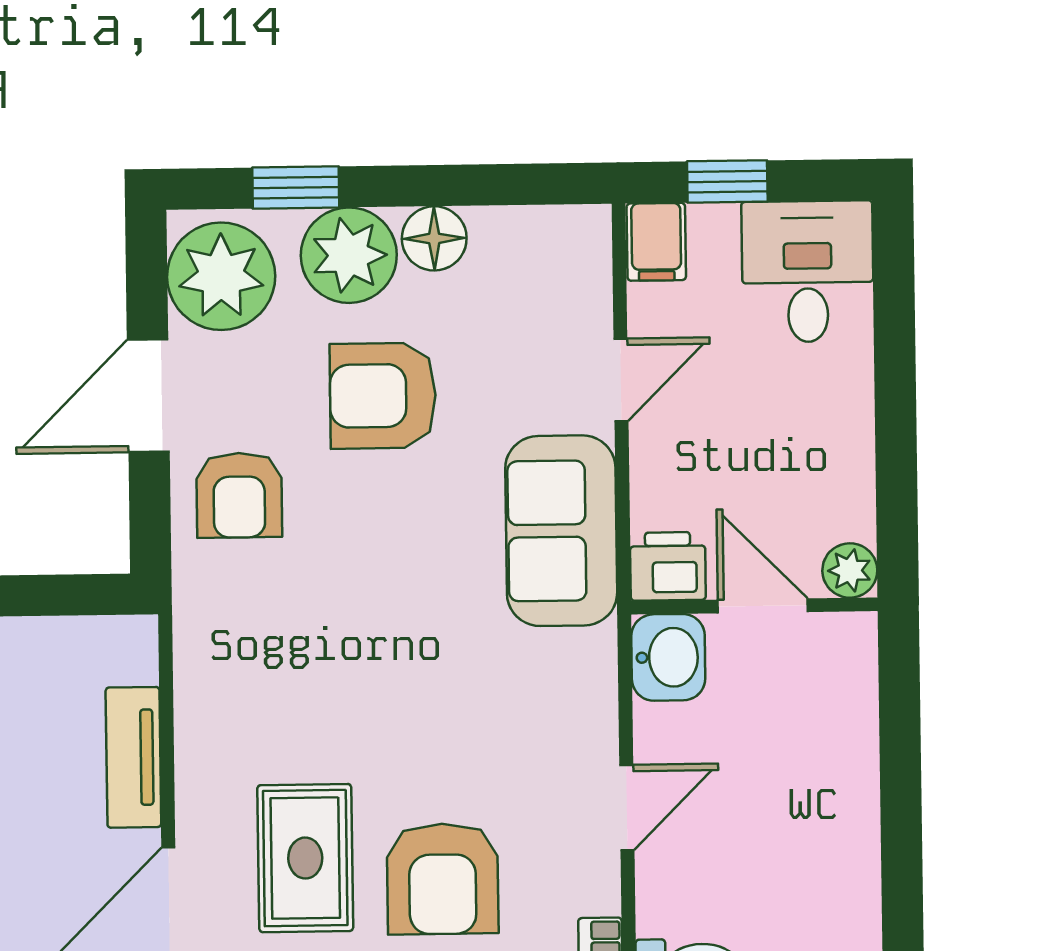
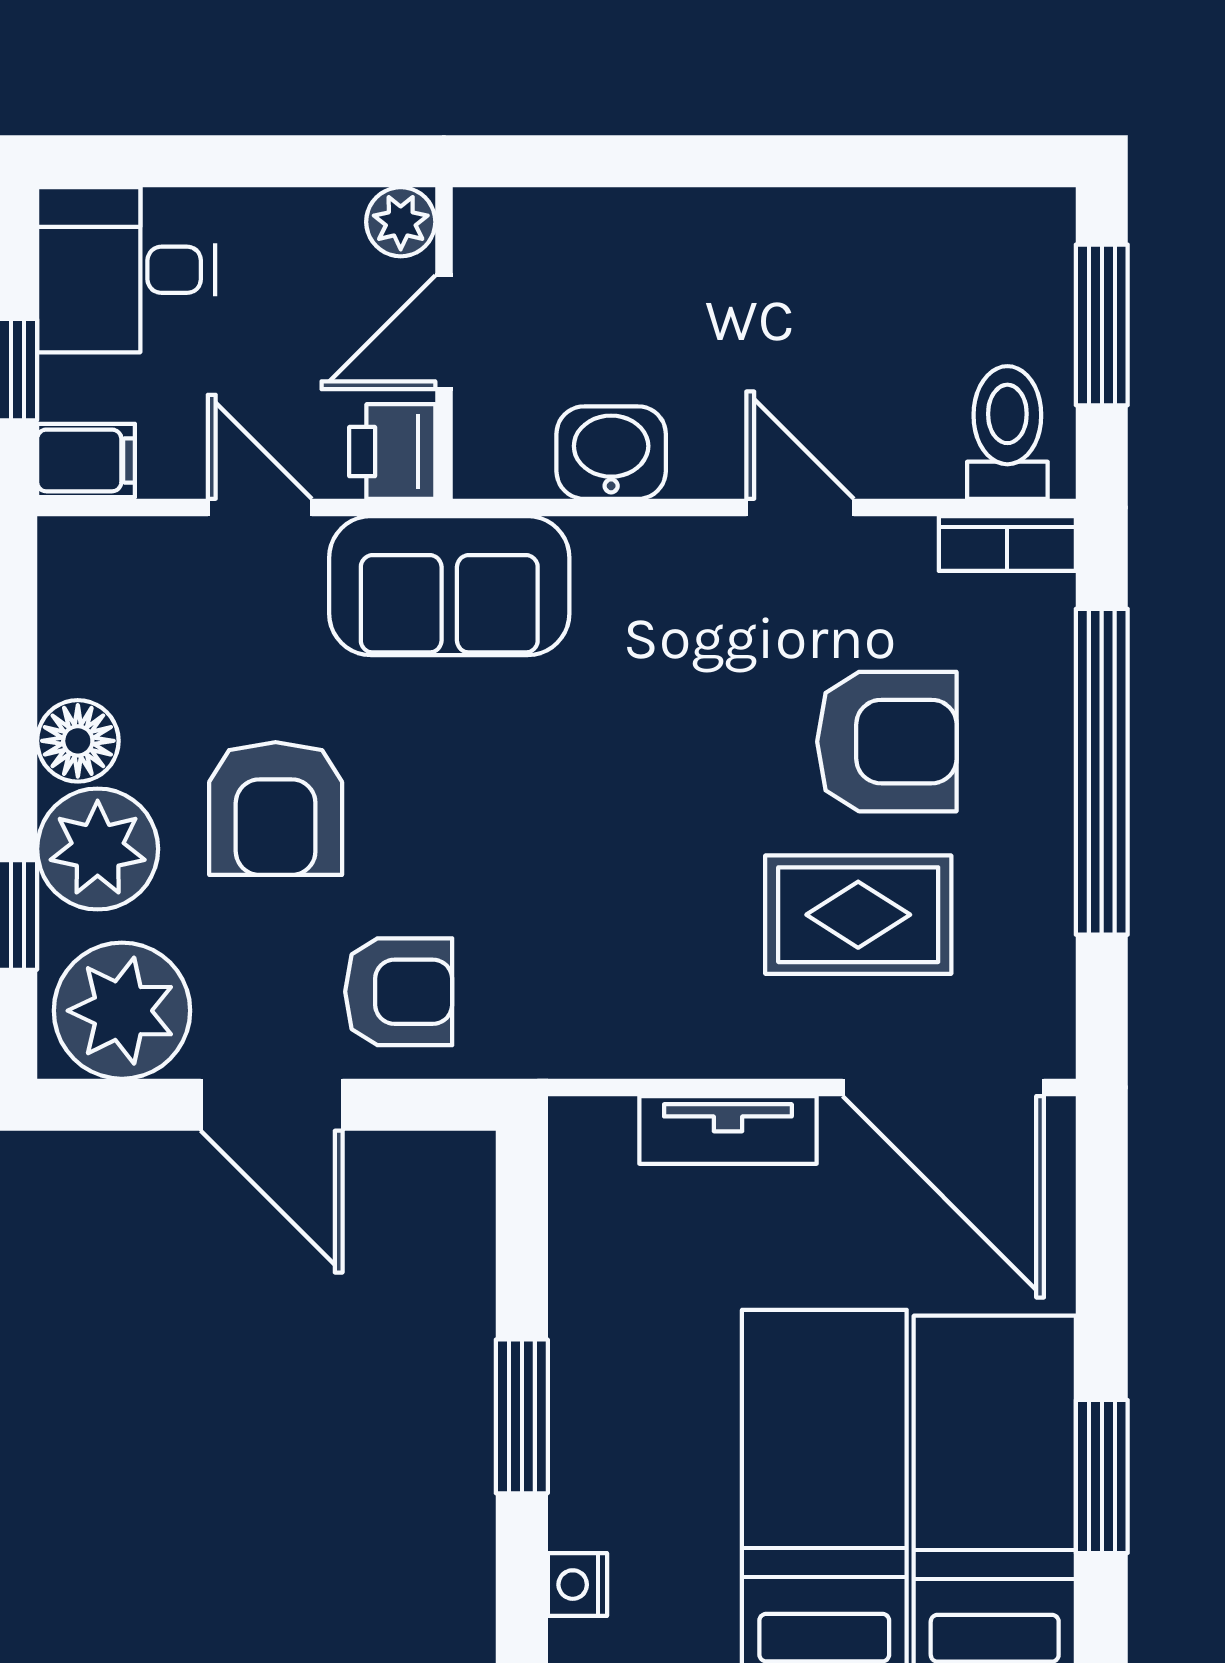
printer: (668, 566) -> (392, 452), moved
plant: (850, 570) -> (401, 222), moved
wall: (754, 606) -> (444, 343), moved
door: (763, 606) -> (444, 332), moved

